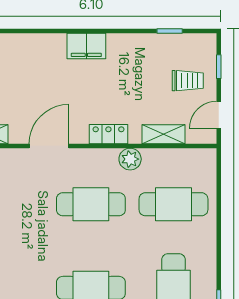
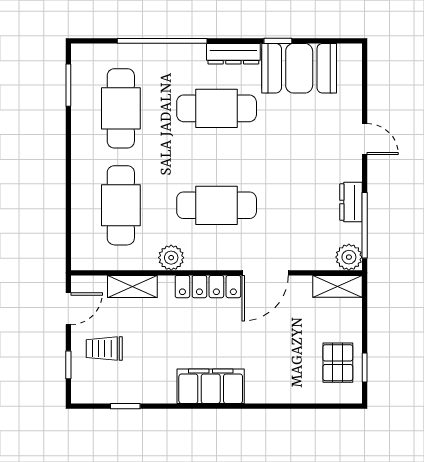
filing cabinet: (86, 46) -> (211, 386), width x1.50, depth x1.17
locker: (108, 134) -> (208, 287), width x1.53
cafe table: (173, 204) -> (121, 205), turned 90

